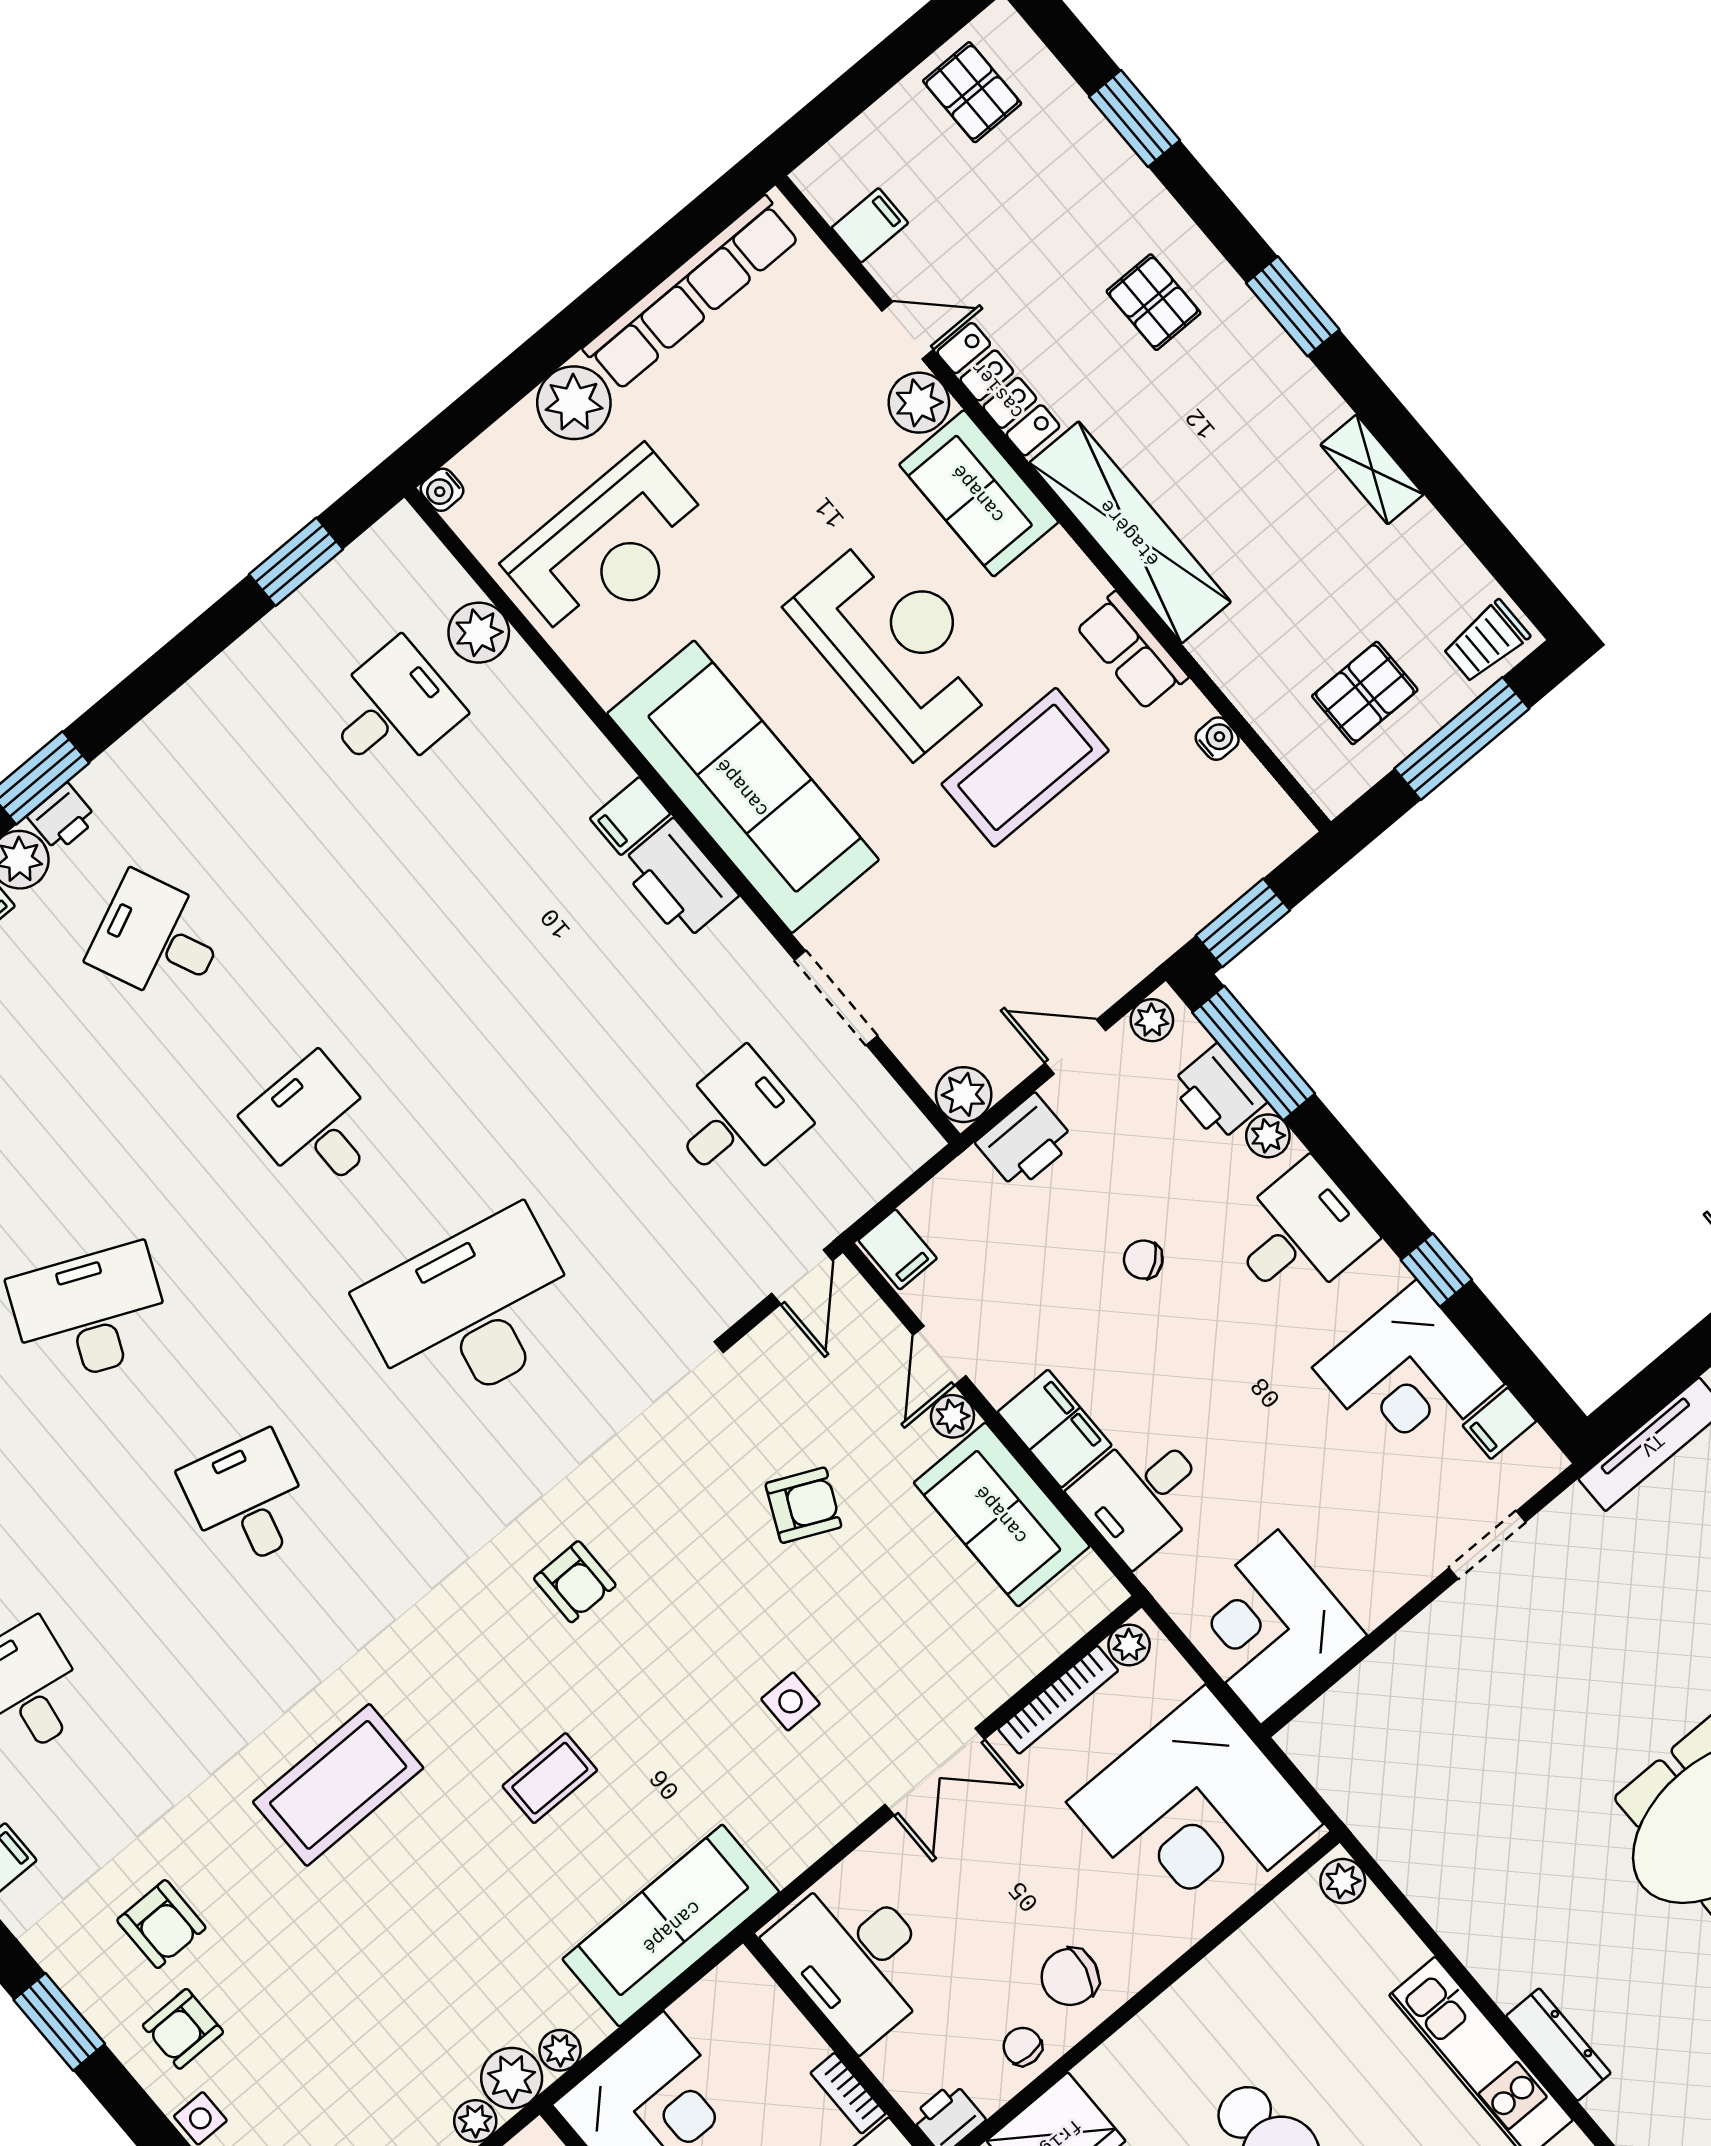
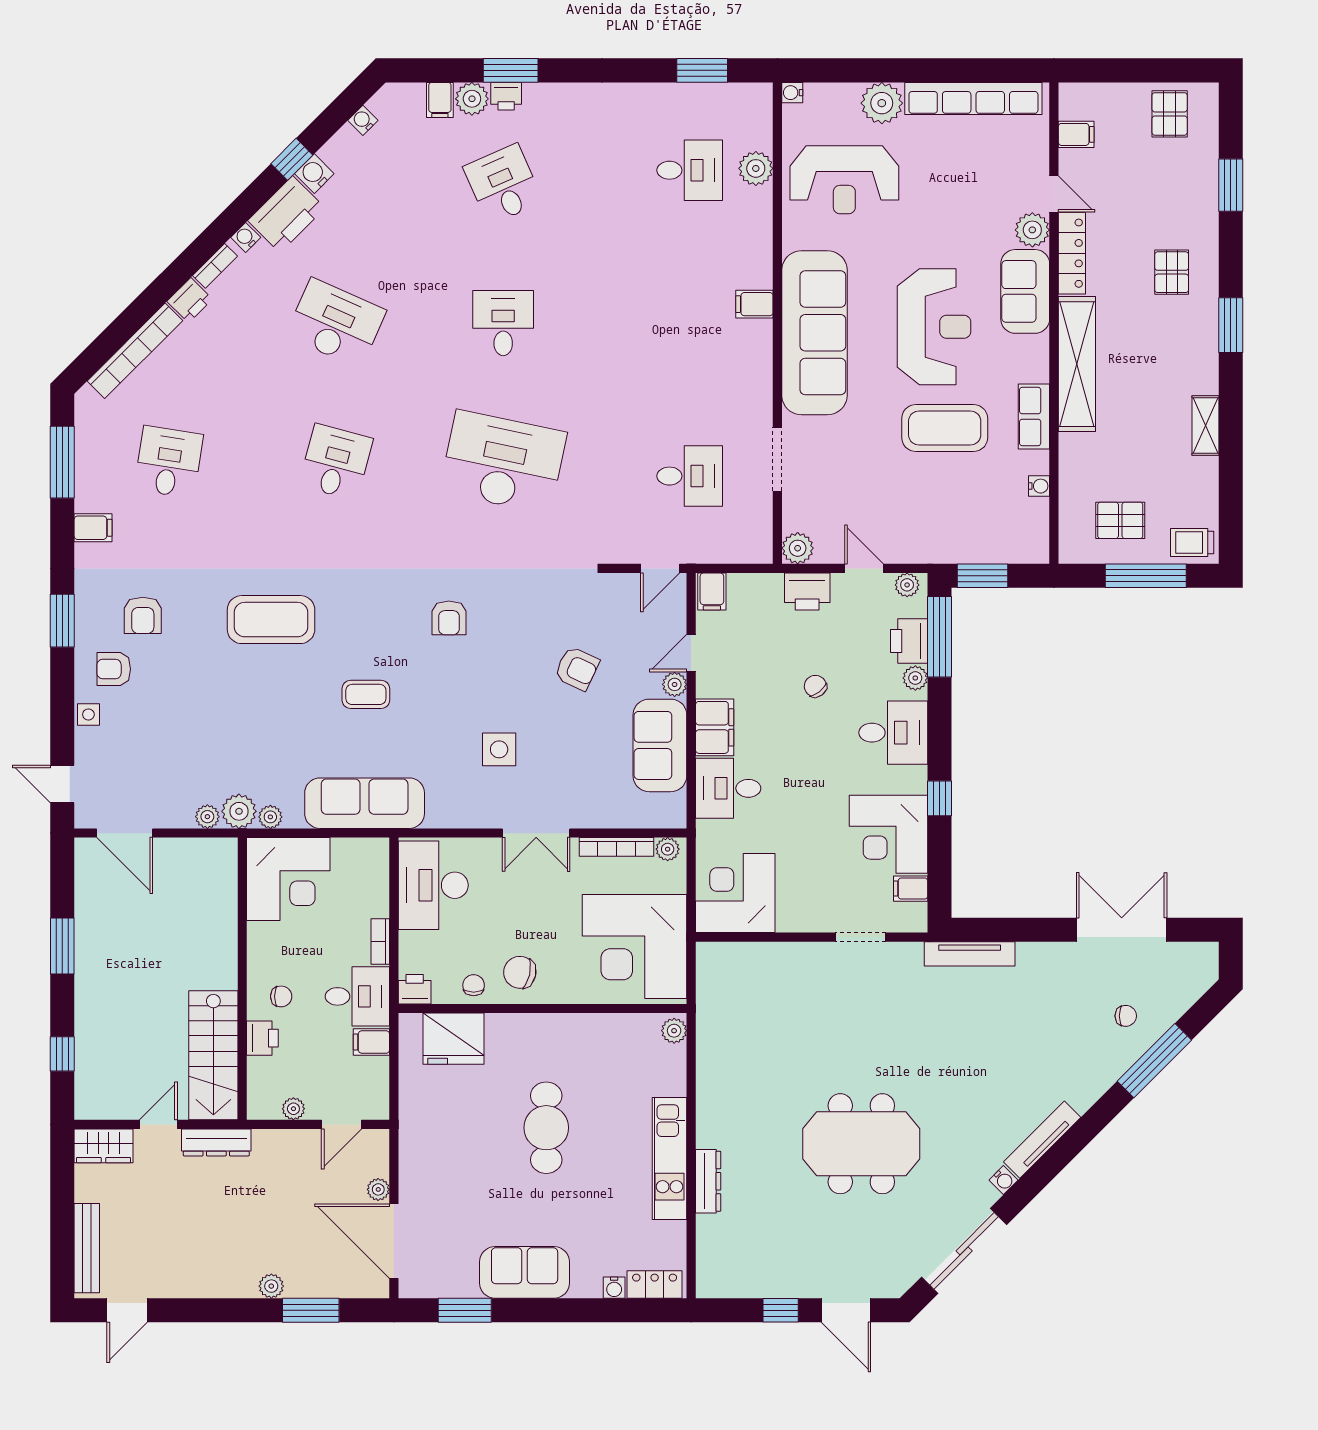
printer: (678, 880) -> (752, 350), removed
side table: (790, 1701) -> (499, 749), width x1.37, depth x1.37

